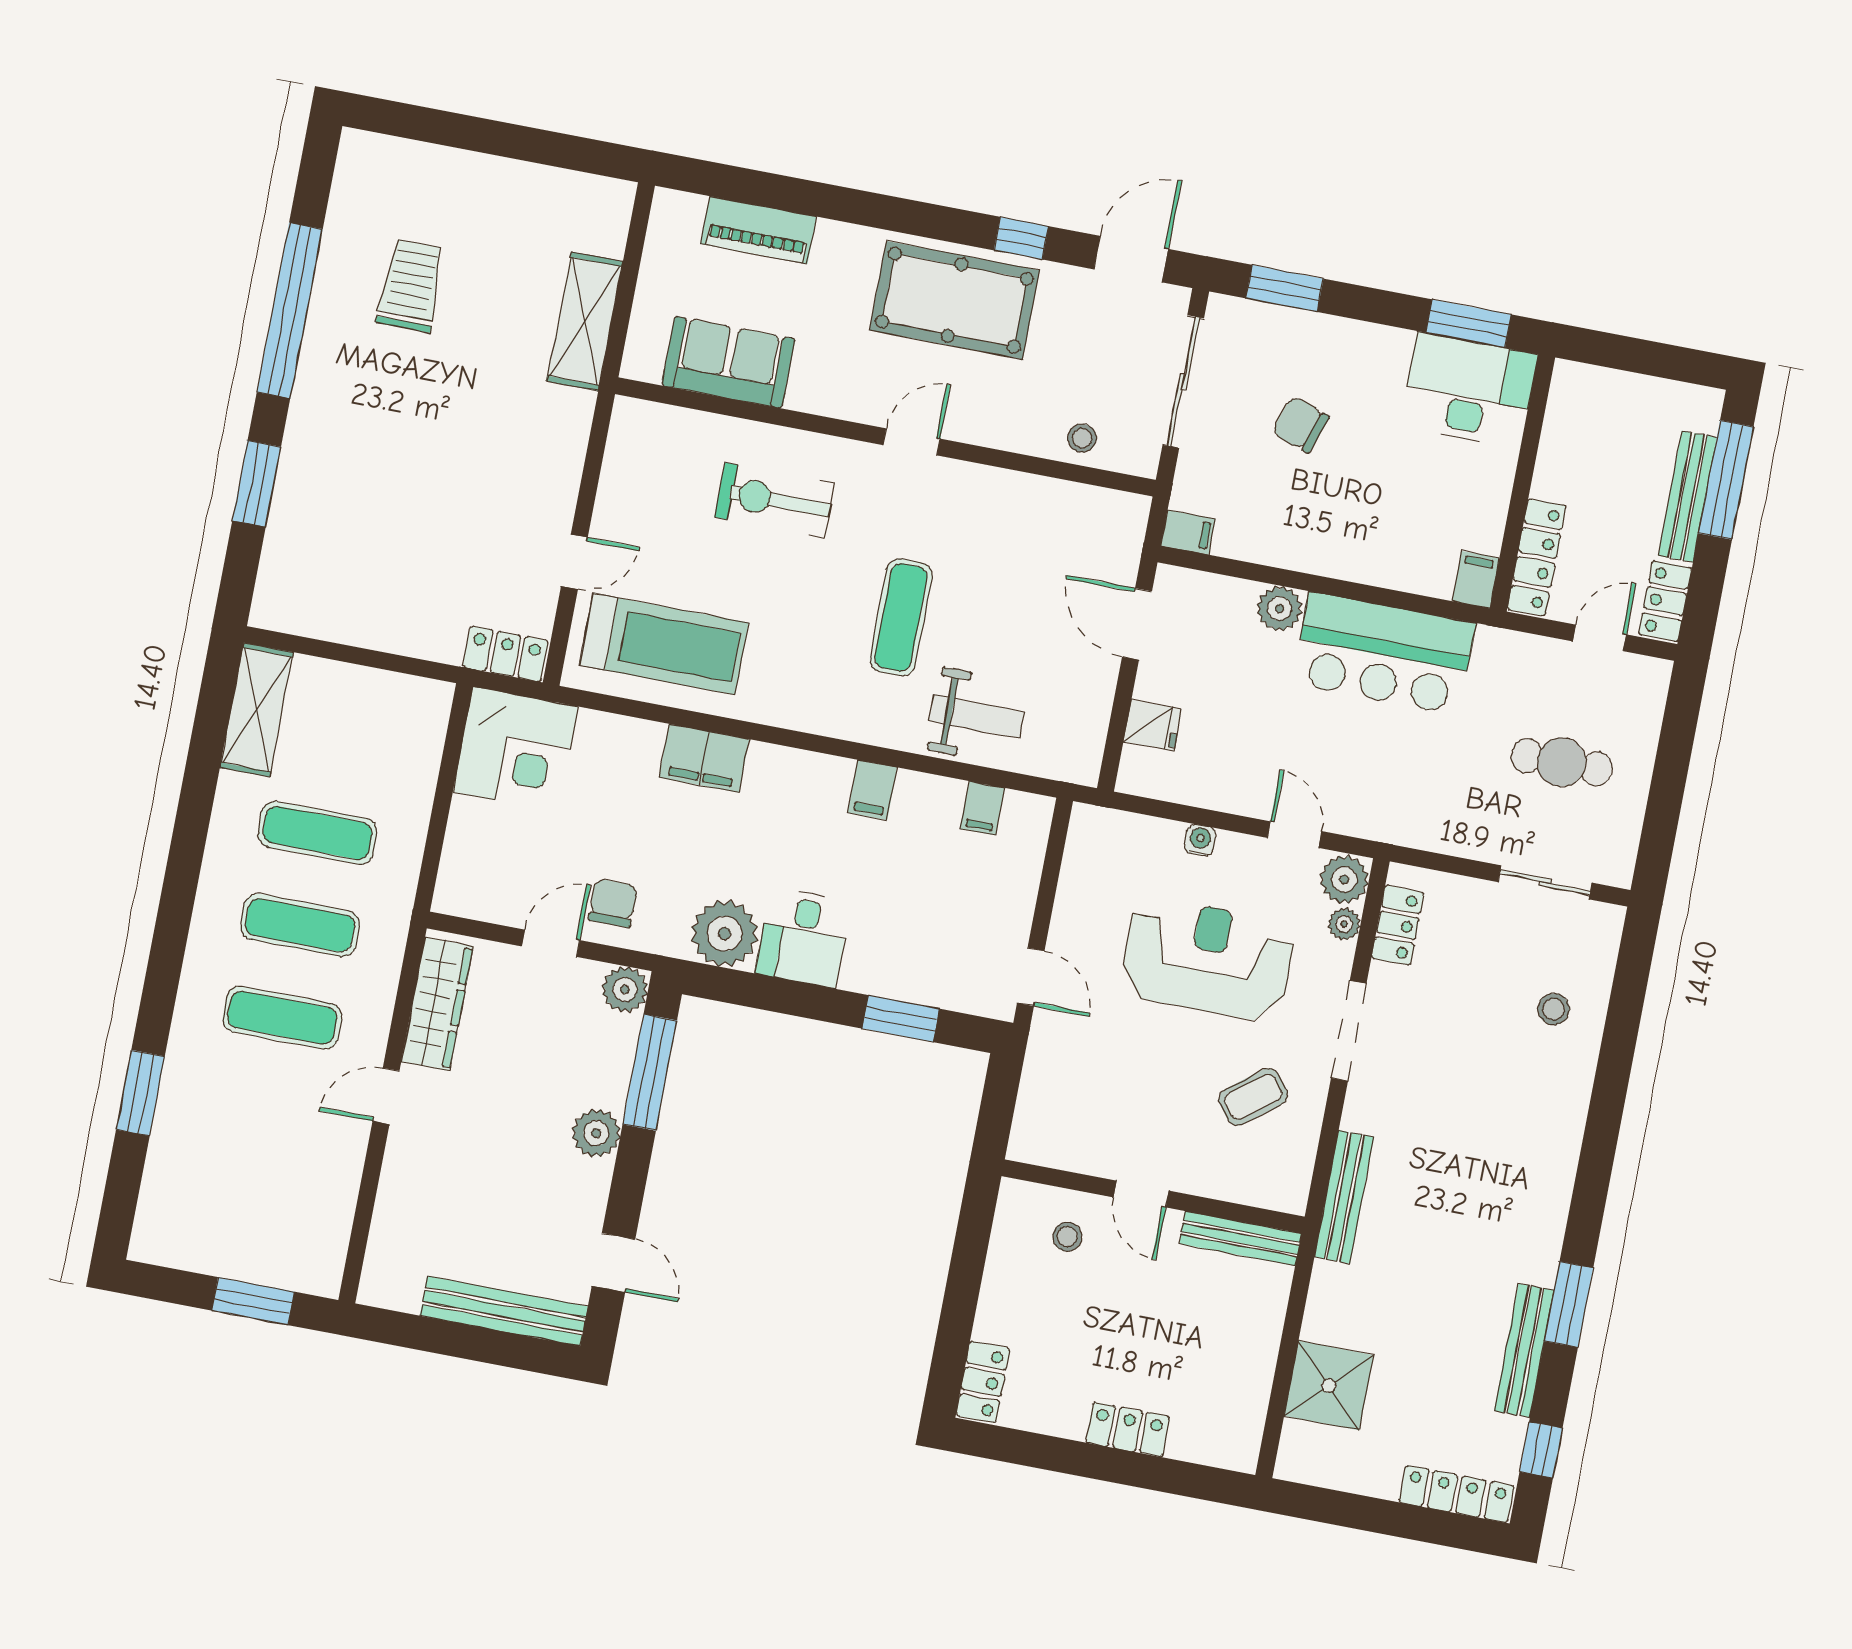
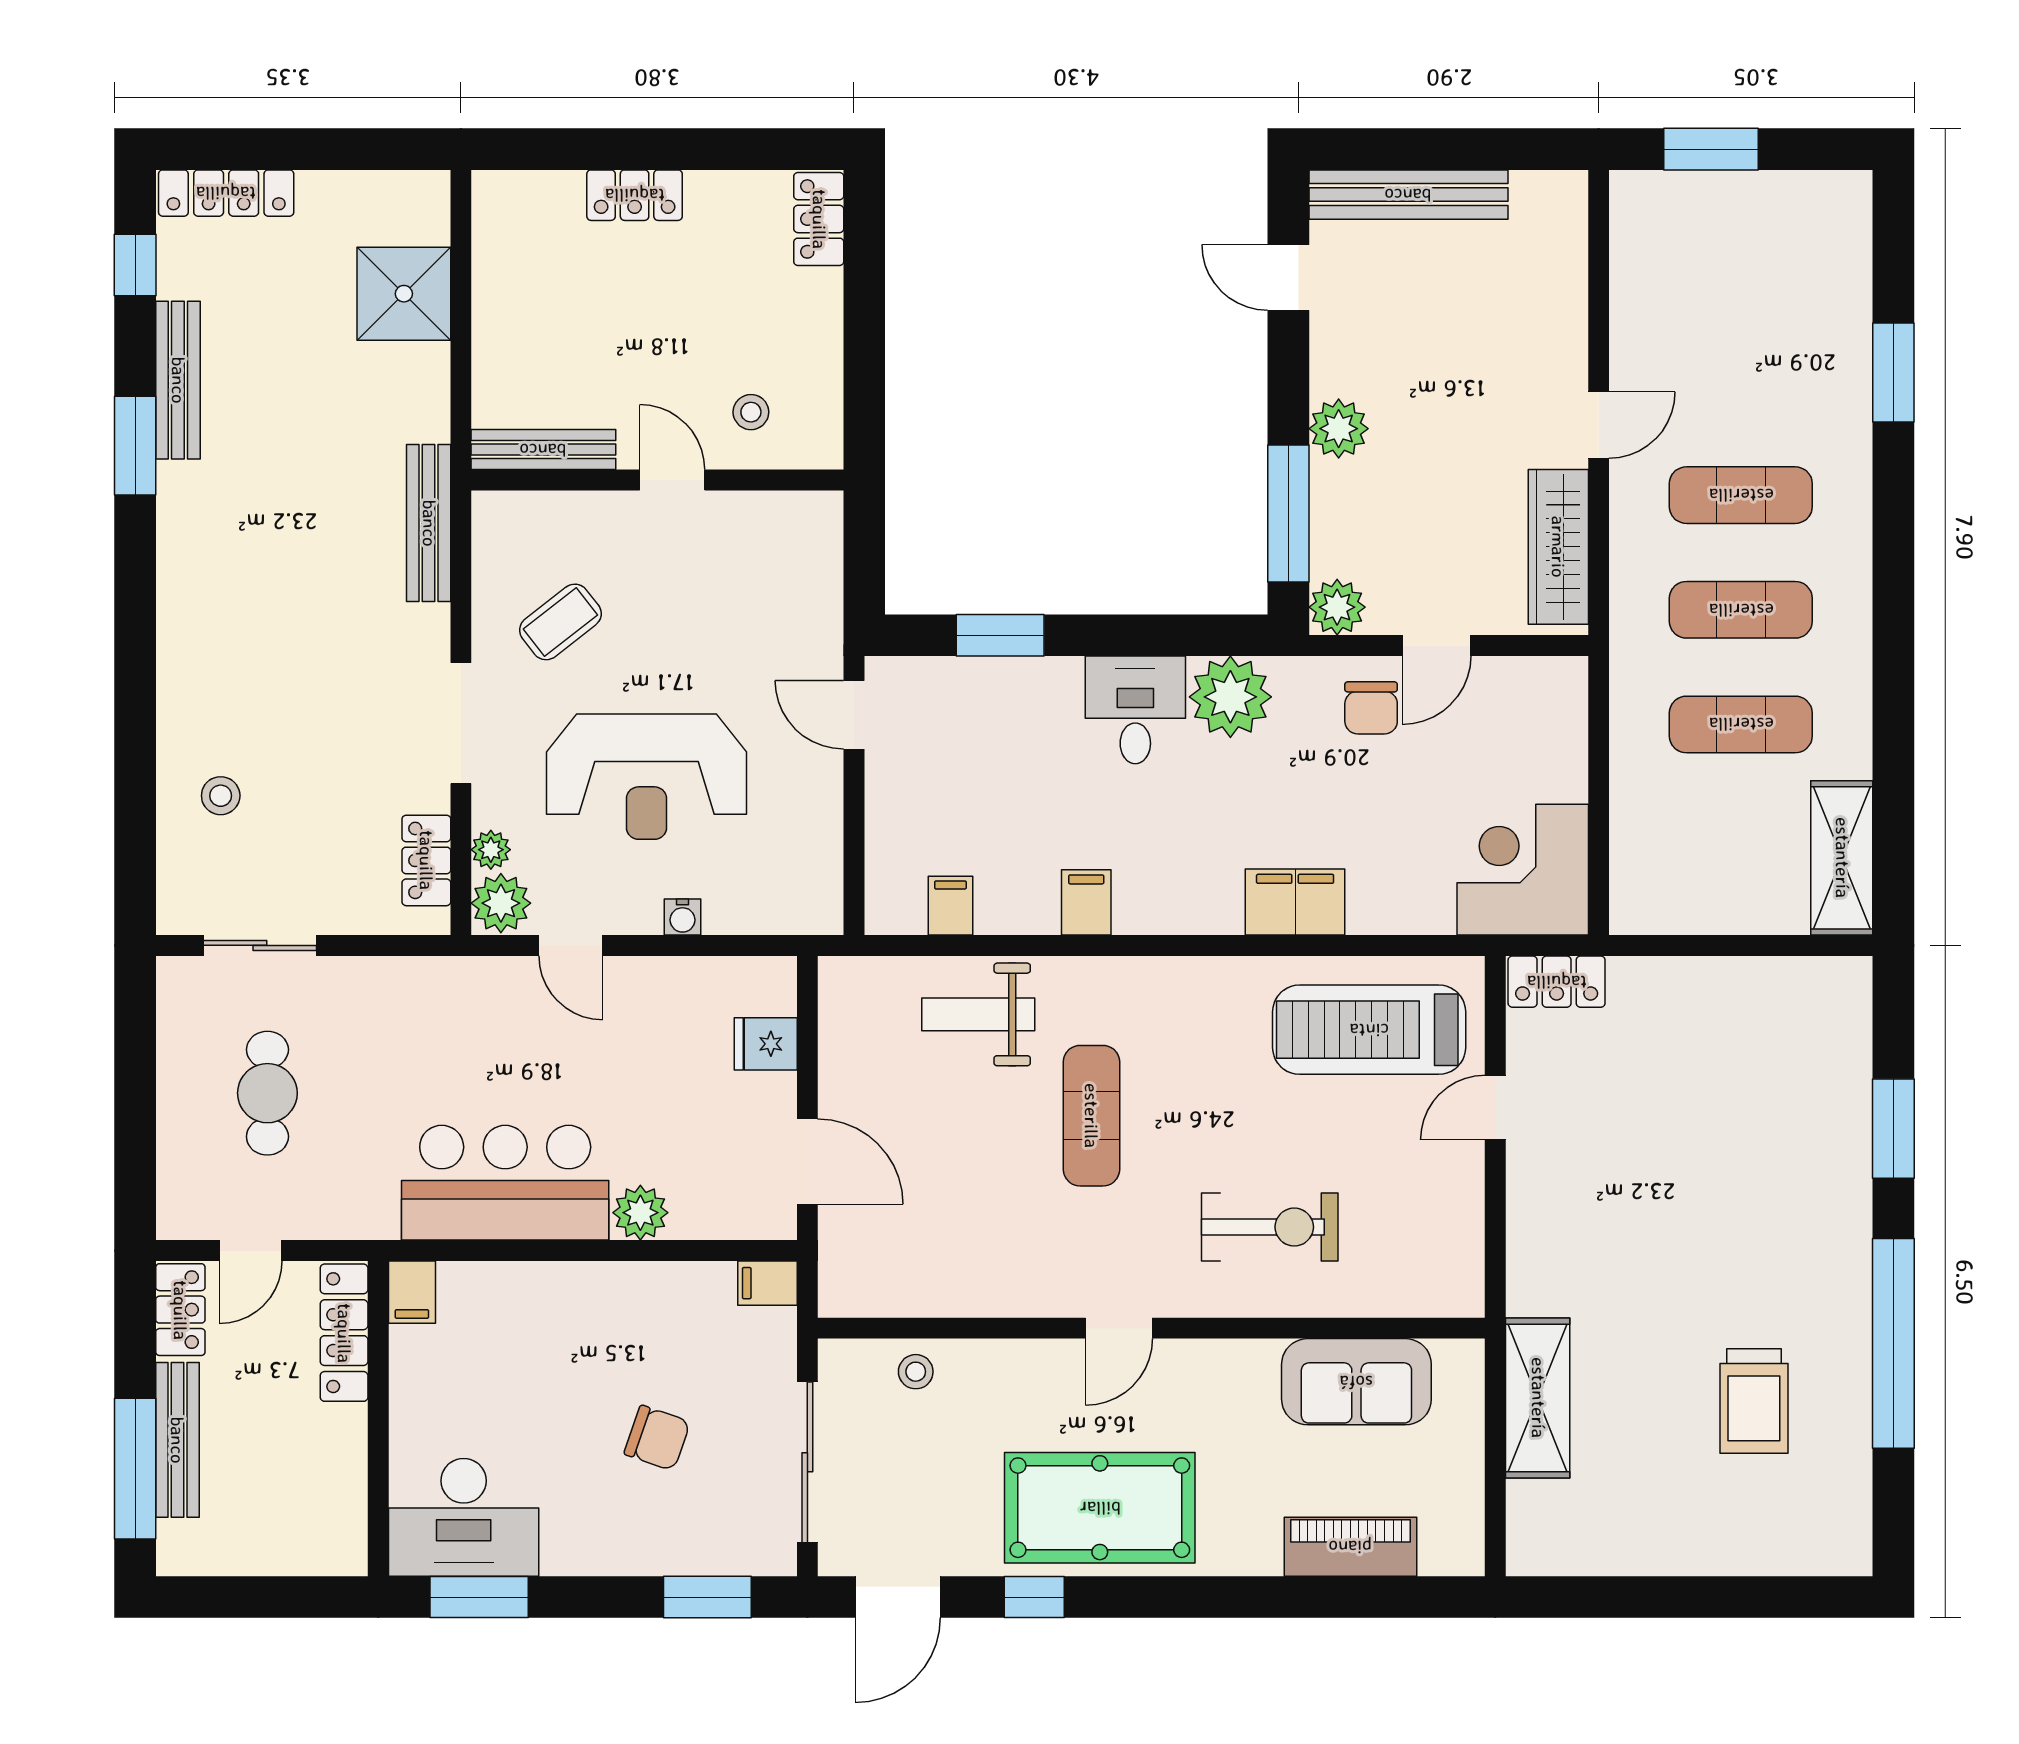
cafe table: (1562, 762) -> (267, 1093), turned 90

